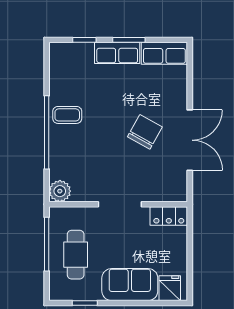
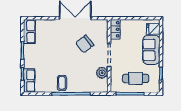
row of seats: (117, 53) -> (29, 81), moved
chair: (145, 132) -> (85, 44), moved, turned -67
plant: (60, 191) -> (102, 73), moved

